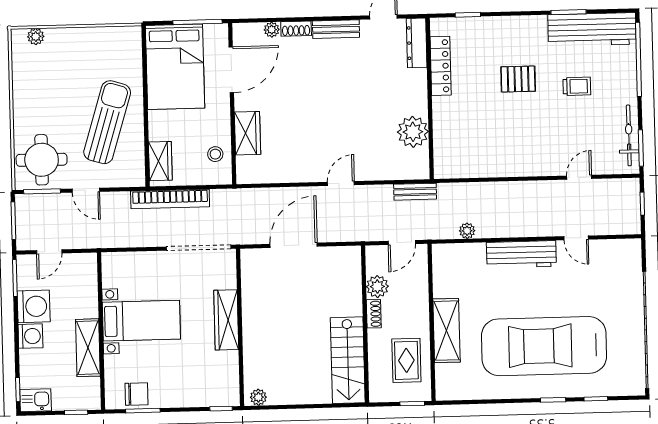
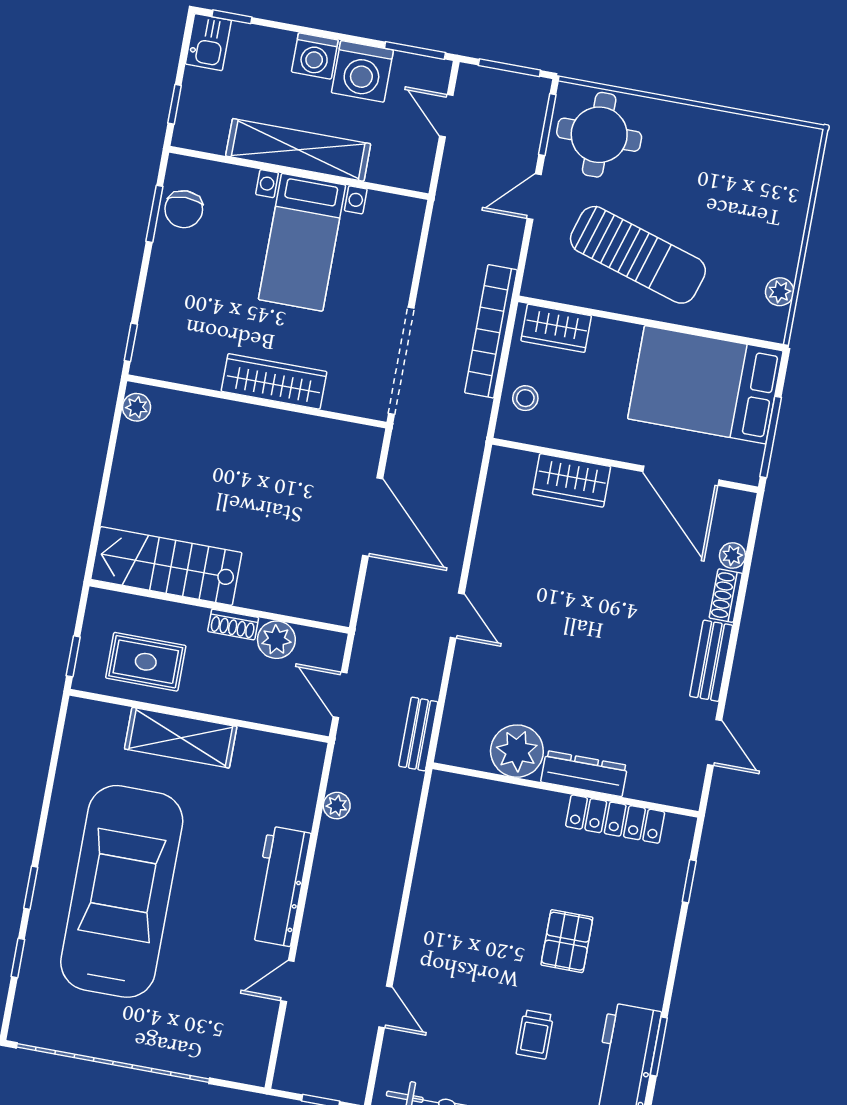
plant: (36, 37) -> (780, 292), moved
dresser: (417, 43) -> (584, 774), moved
stool: (215, 154) -> (525, 398), moved
shelving: (88, 348) -> (298, 150), width x1.47

